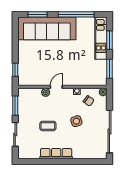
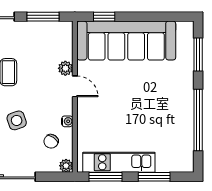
sofa: (47, 28) -> (126, 41), moved, turned -90
kitchen unit: (101, 38) -> (119, 162), moved

